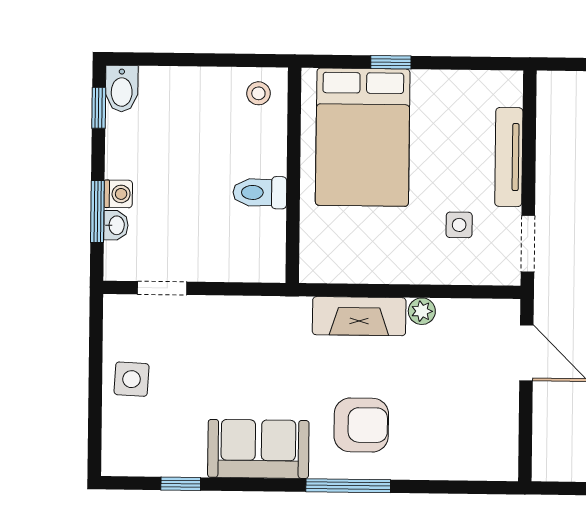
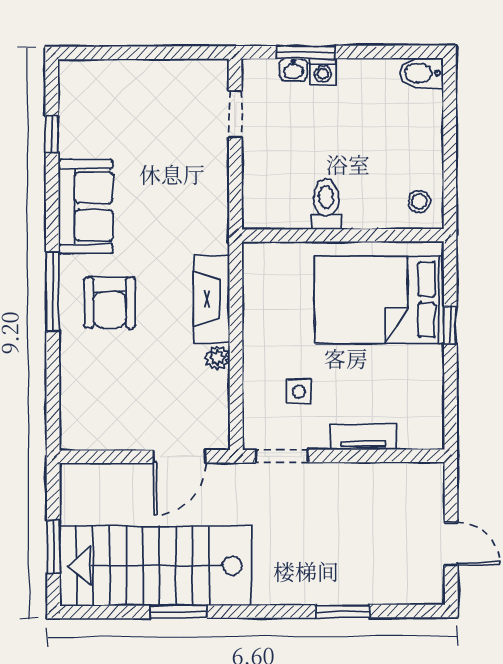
window: (99, 108) -> (403, 52), removed
tv unit: (509, 157) -> (363, 437), width x0.71
side table: (132, 379) -> (149, 87), removed

